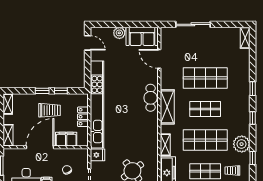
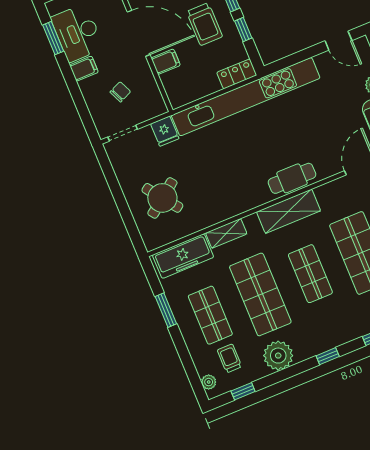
door: (88, 43) -> (338, 41), hinge flipped
locker: (83, 117) -> (237, 74), moved
filing cabinet: (66, 139) -> (166, 62), width x0.50
window: (253, 158) -> (243, 391), moved

